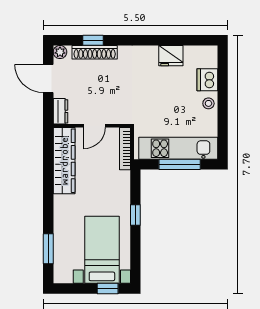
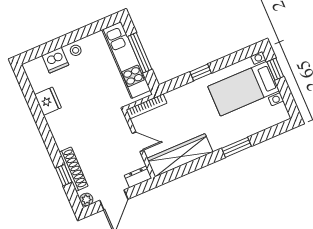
window: (48, 249) -> (237, 147), moved

